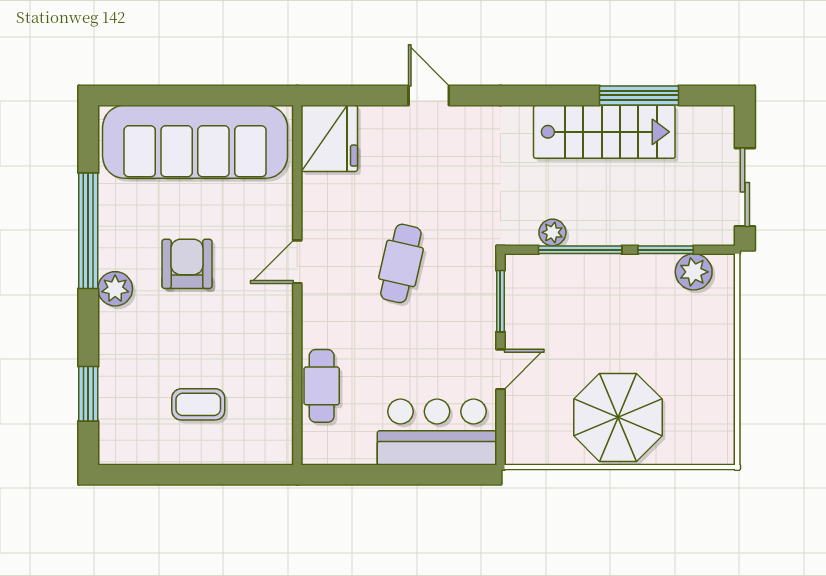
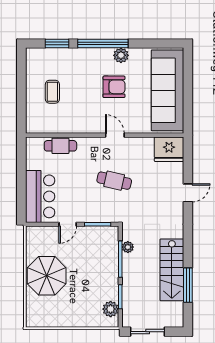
window: (88, 231) -> (103, 43), moved
plant: (115, 289) -> (121, 55), moved
door: (500, 369) -> (68, 224), hinge flipped

